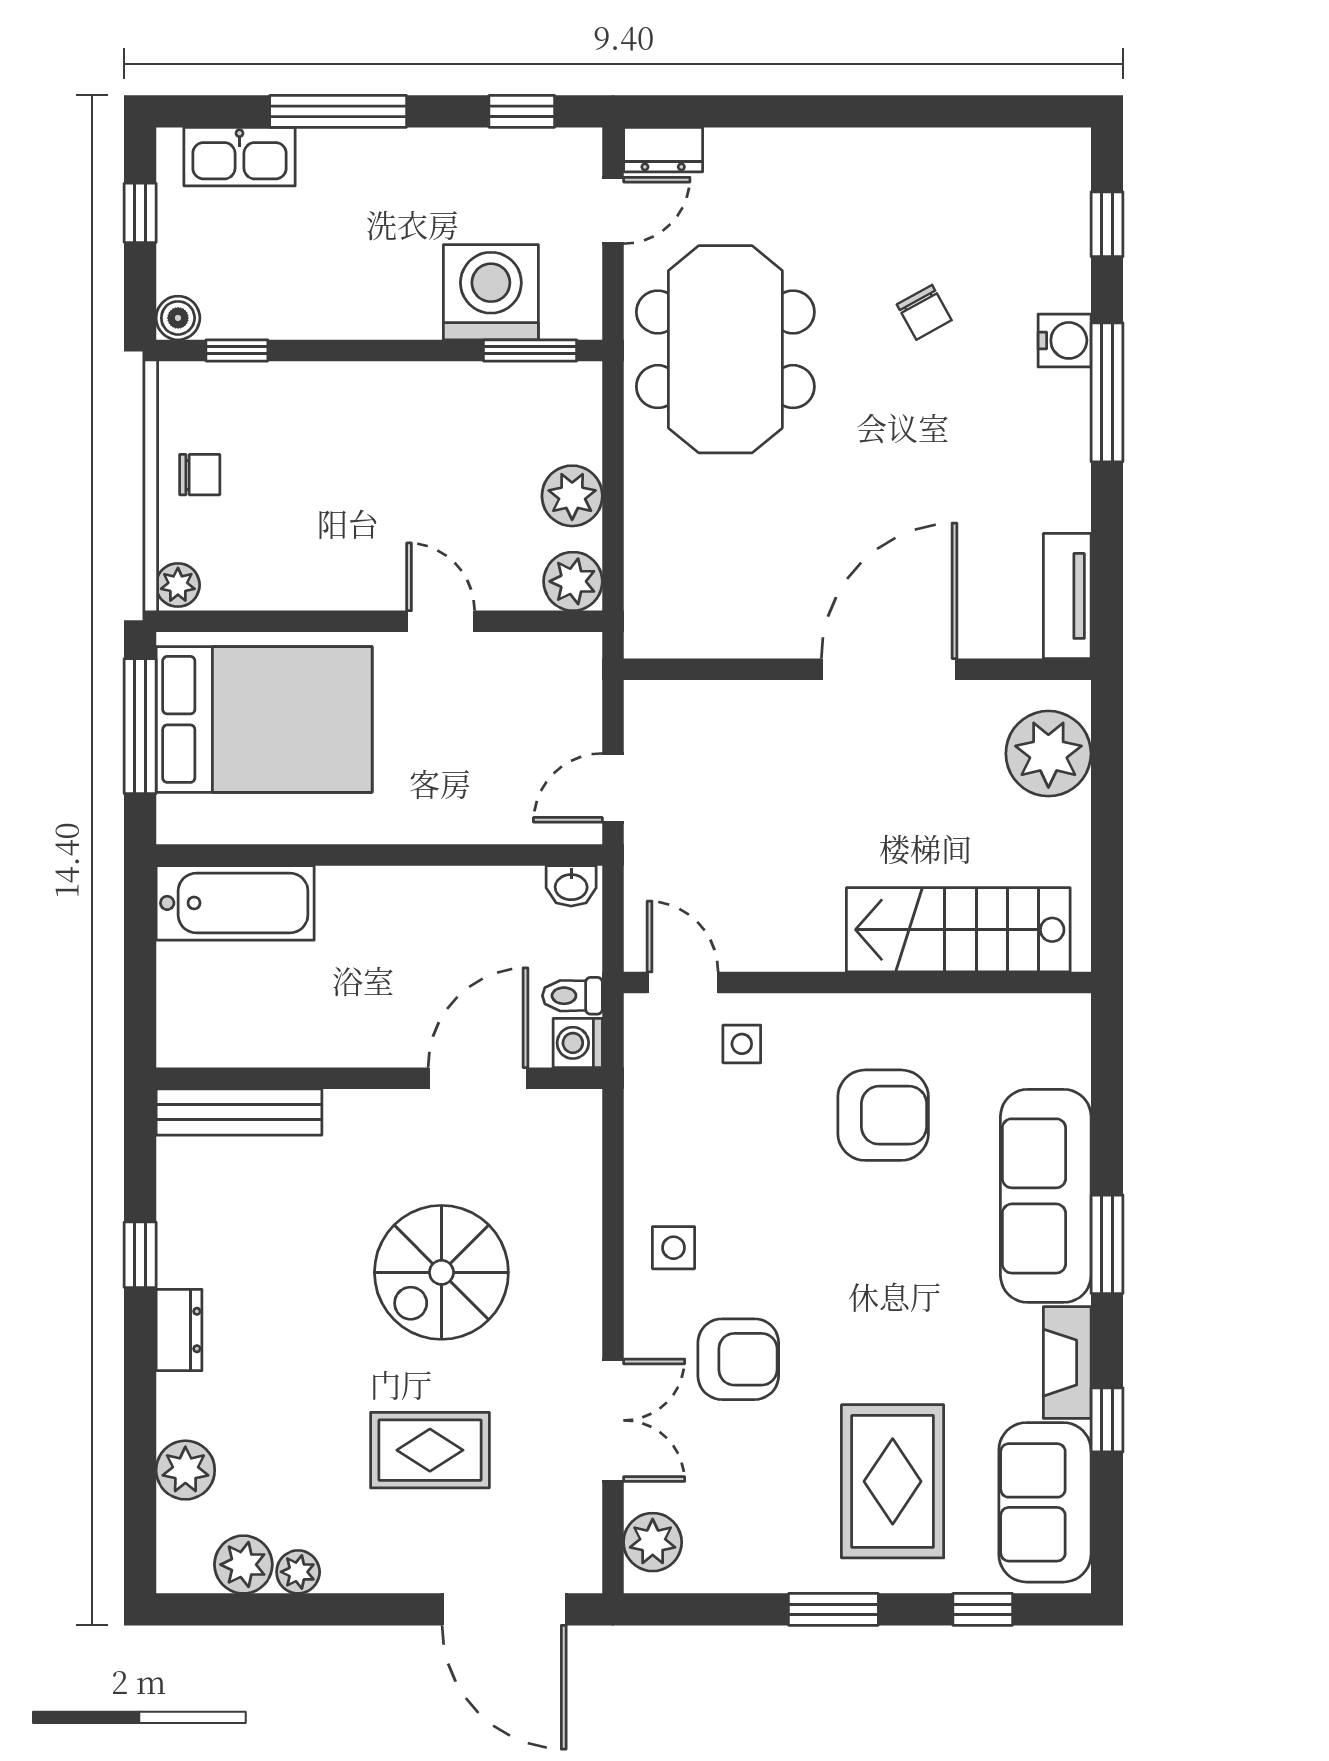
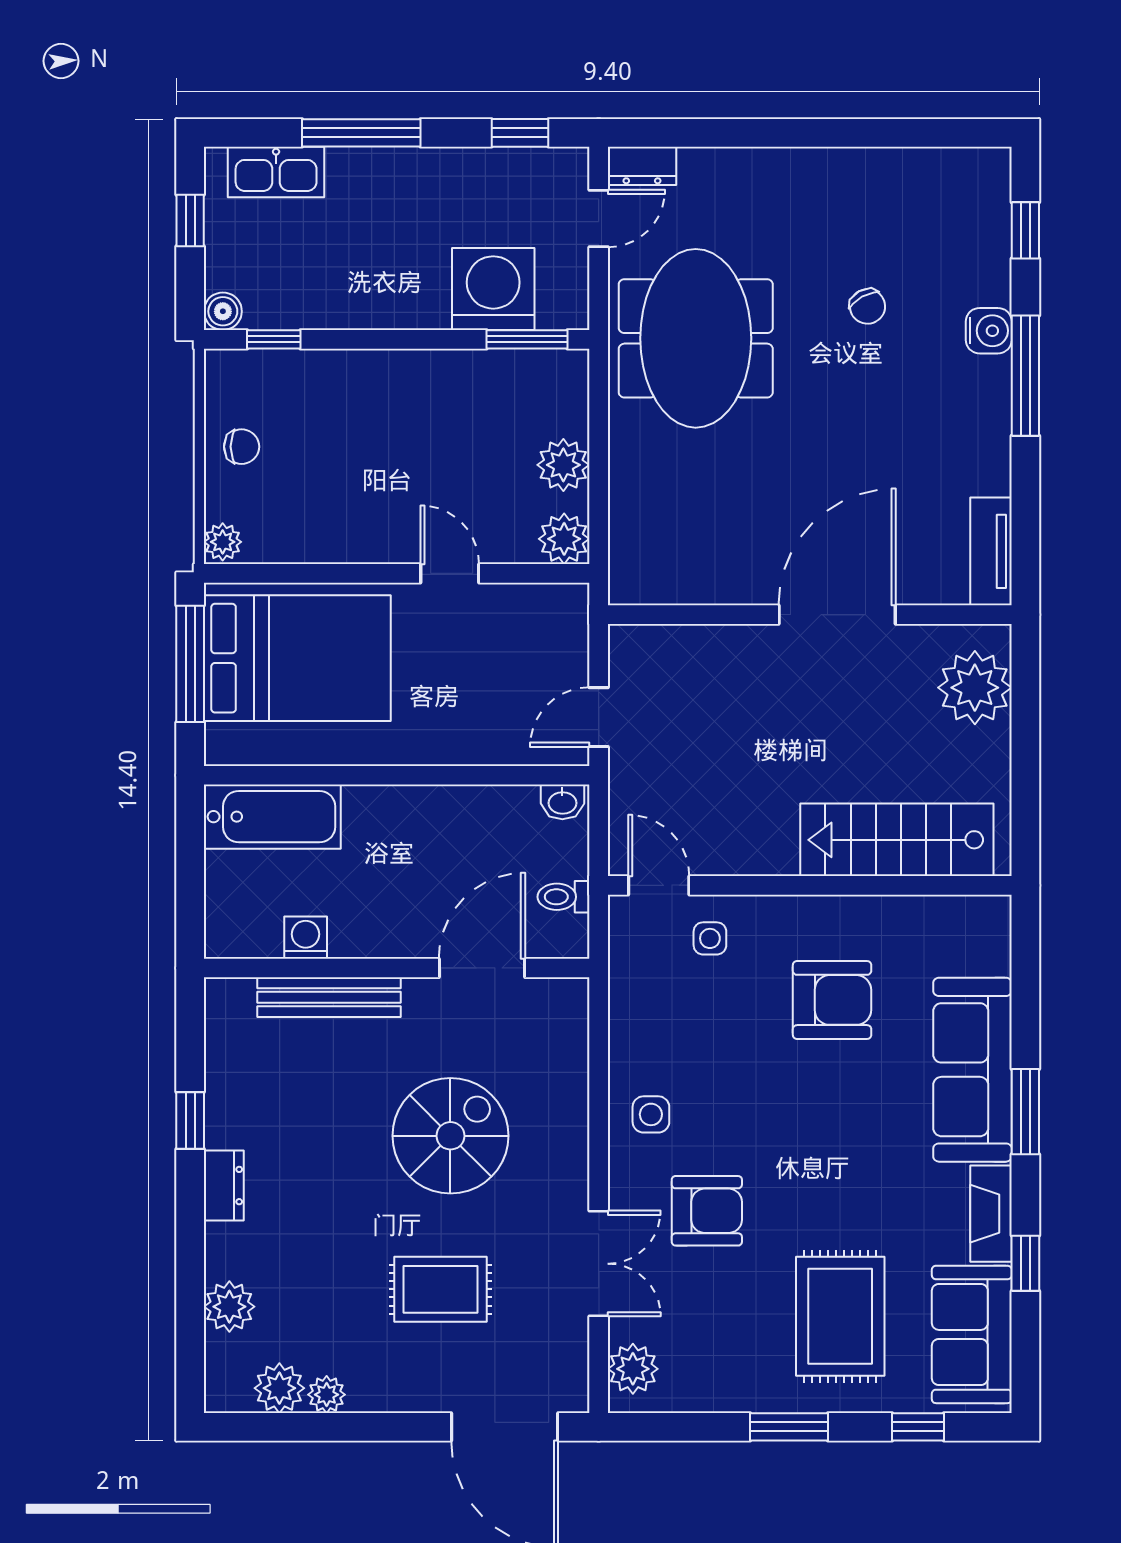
washing machine: (578, 1043) -> (306, 938), moved, turned 90
bench: (239, 1112) -> (329, 997), moved
spiral stairs: (441, 1272) -> (450, 1136), turned 180

